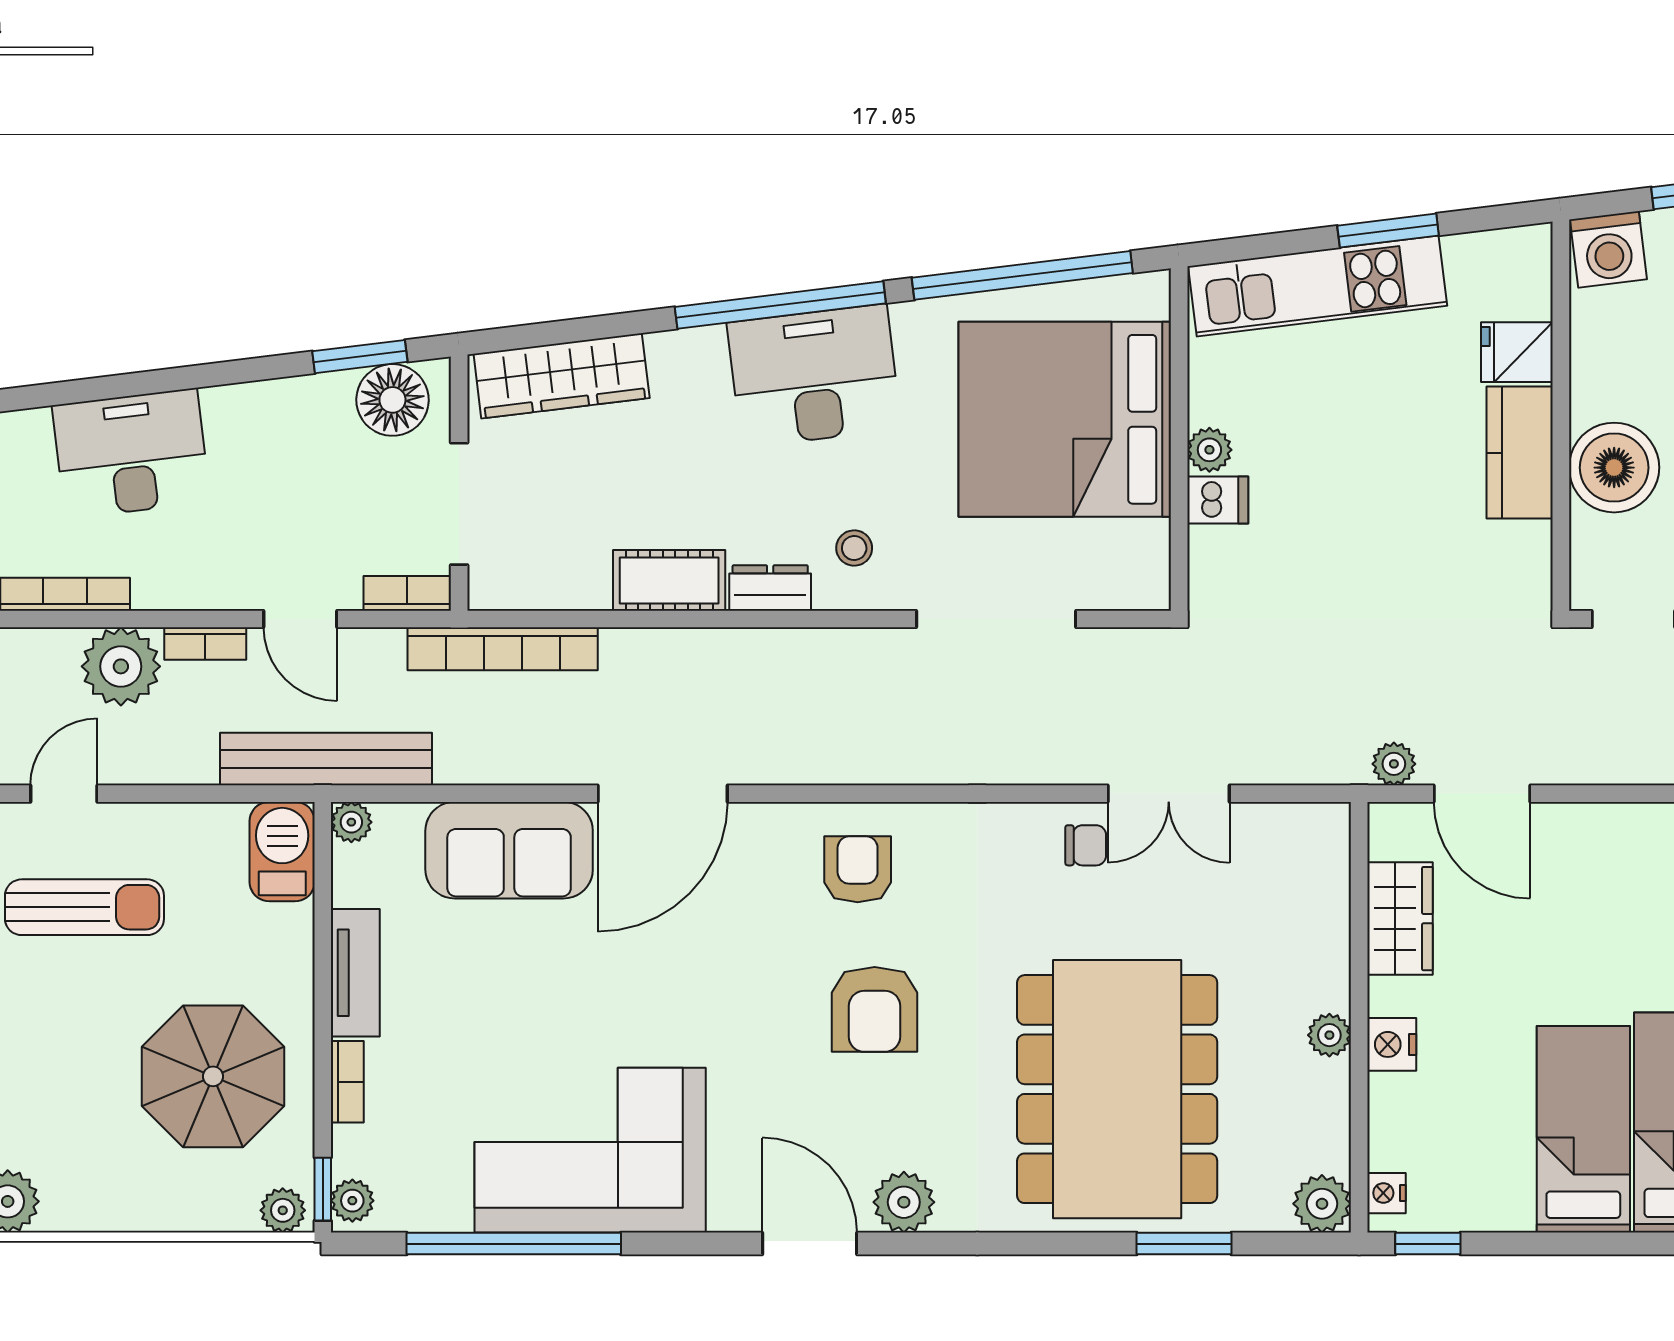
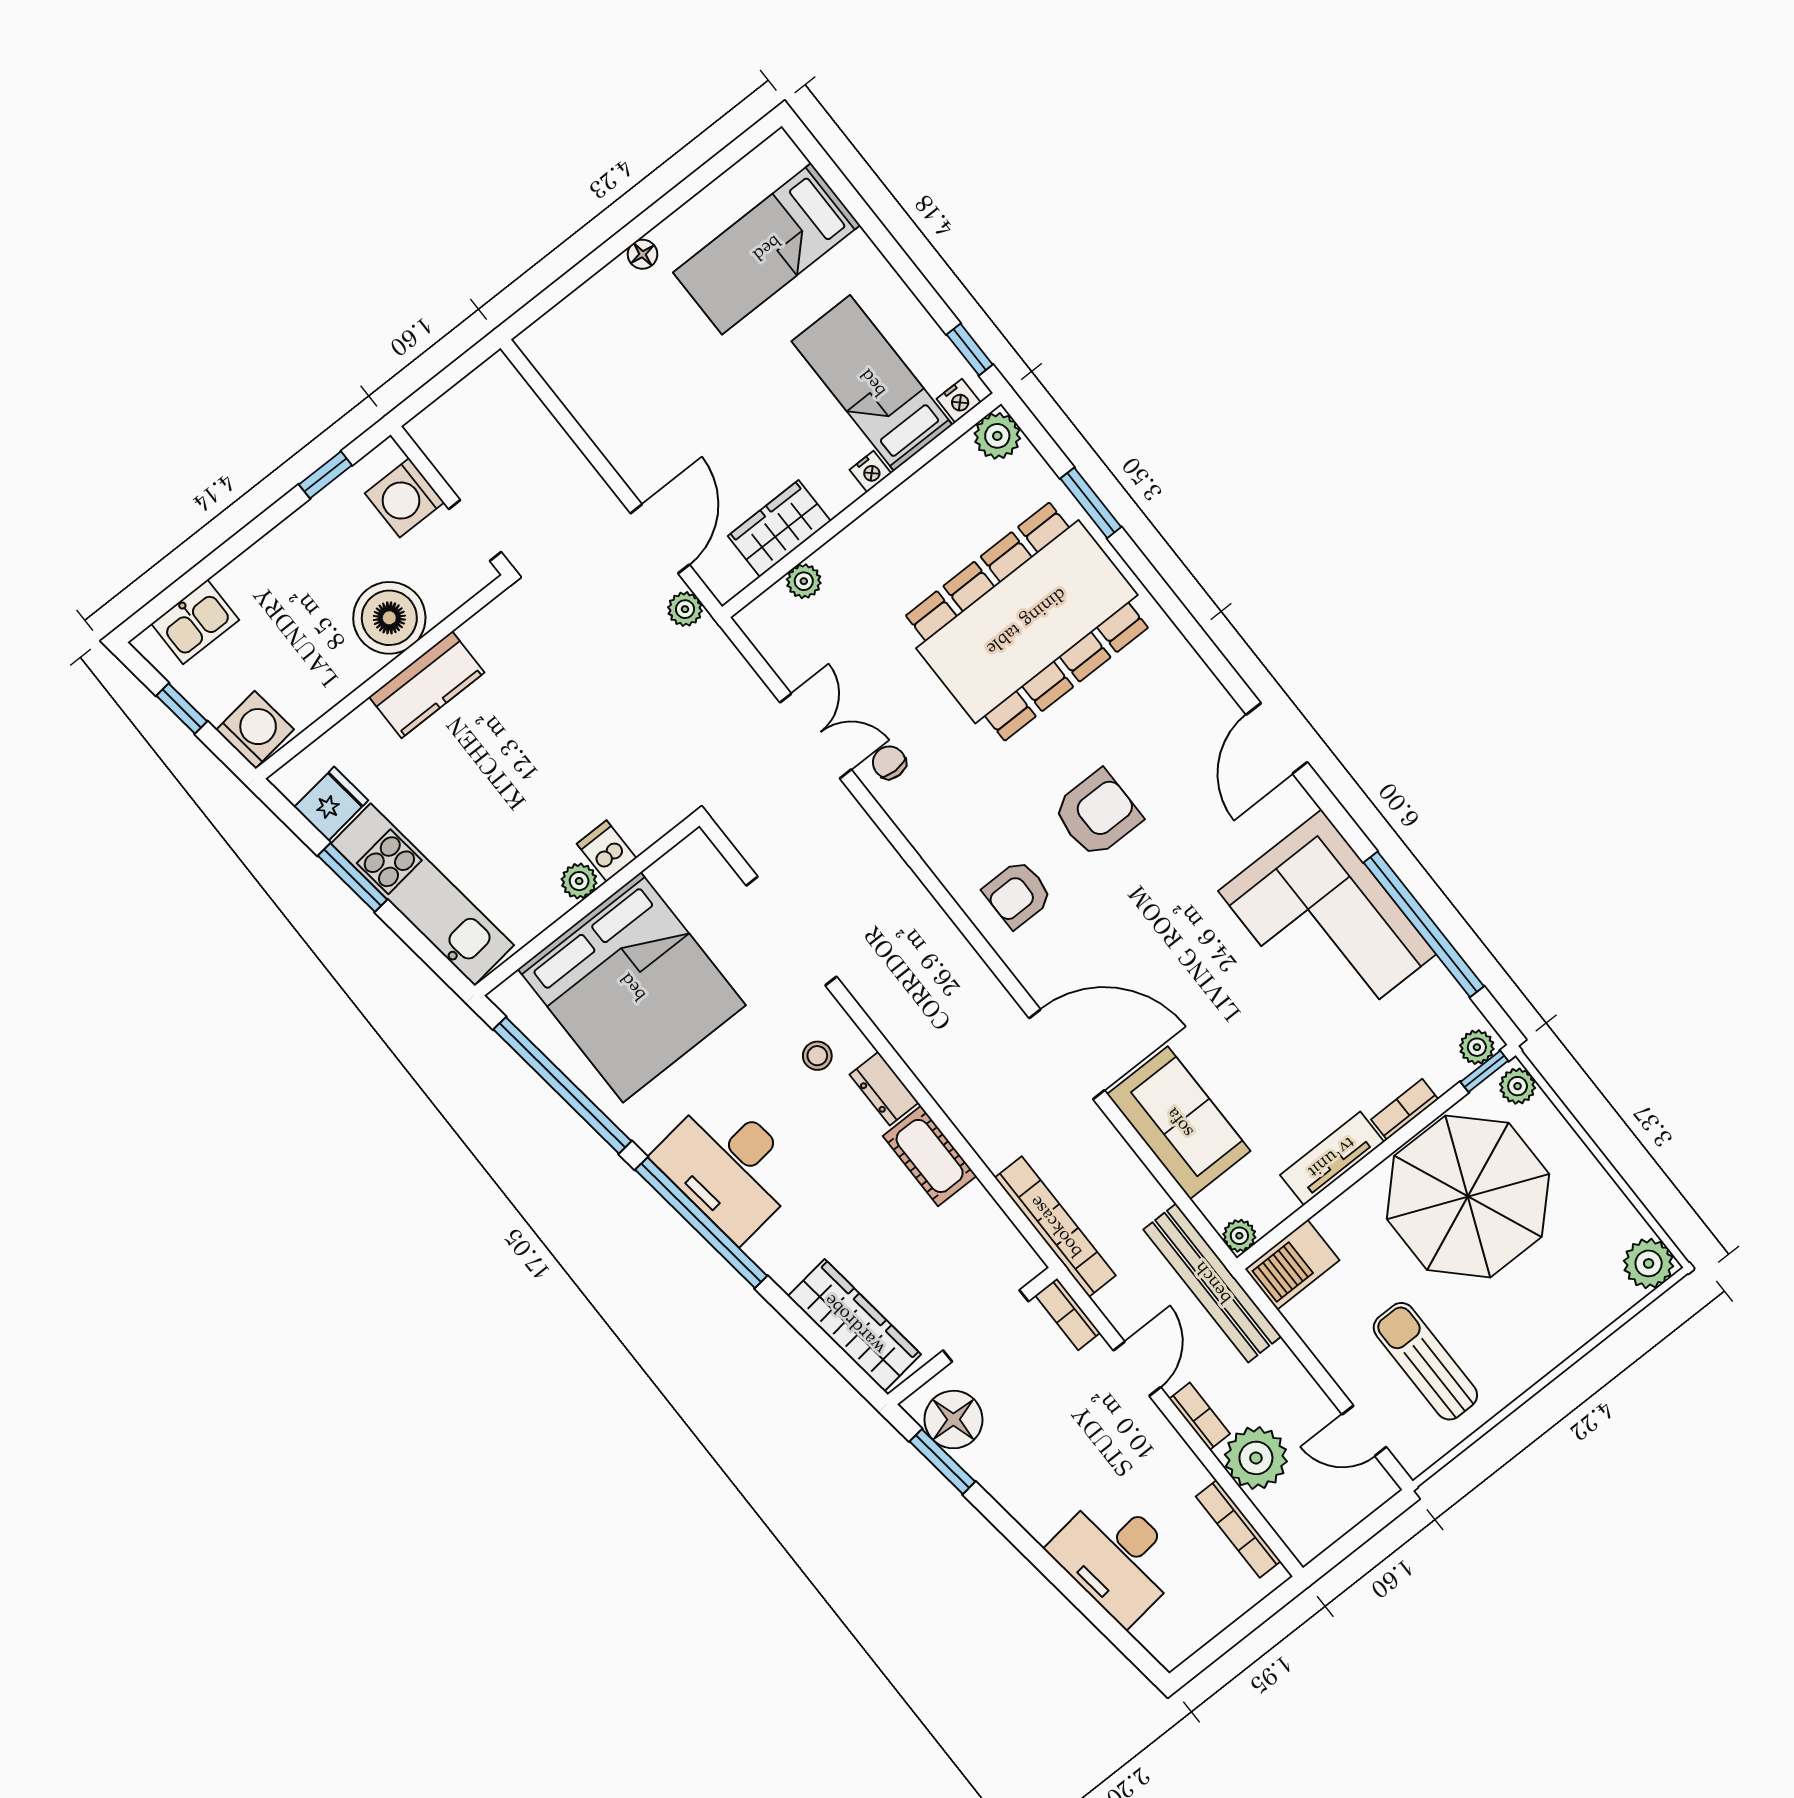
fridge: (1517, 352) -> (331, 804), moved, turned -97
plant: (1329, 1035) -> (804, 581), moved
nightstand: (1392, 1044) -> (870, 471), width x0.72, depth x0.74
parasol: (213, 1076) -> (1468, 1196), width x1.36, depth x1.36
bed: (1583, 1129) -> (872, 383), moved, turned 90
plant: (904, 1202) -> (1204, 700), removed

